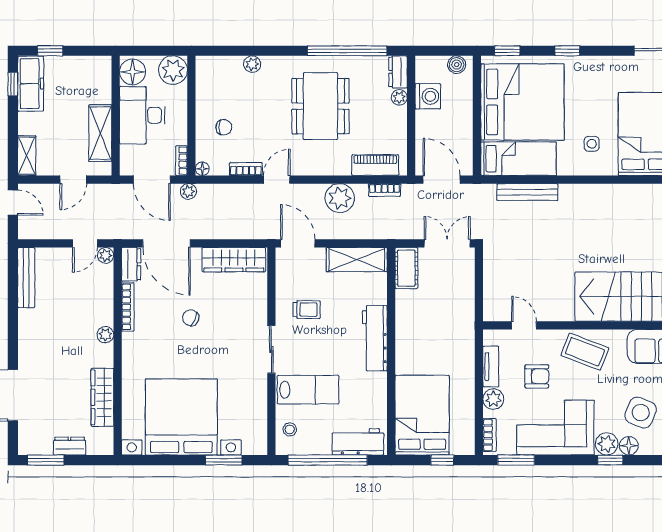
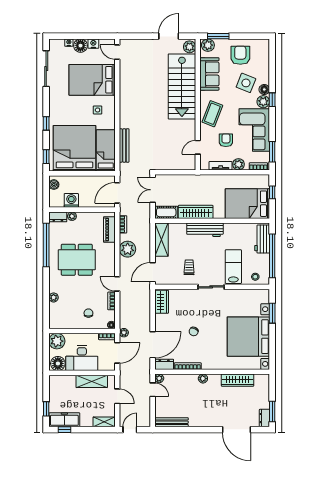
wardrobe: (234, 260) -> (162, 302), width x0.67
wardrobe: (407, 321) -> (196, 212), added
dresser: (70, 446) -> (264, 418), moved

